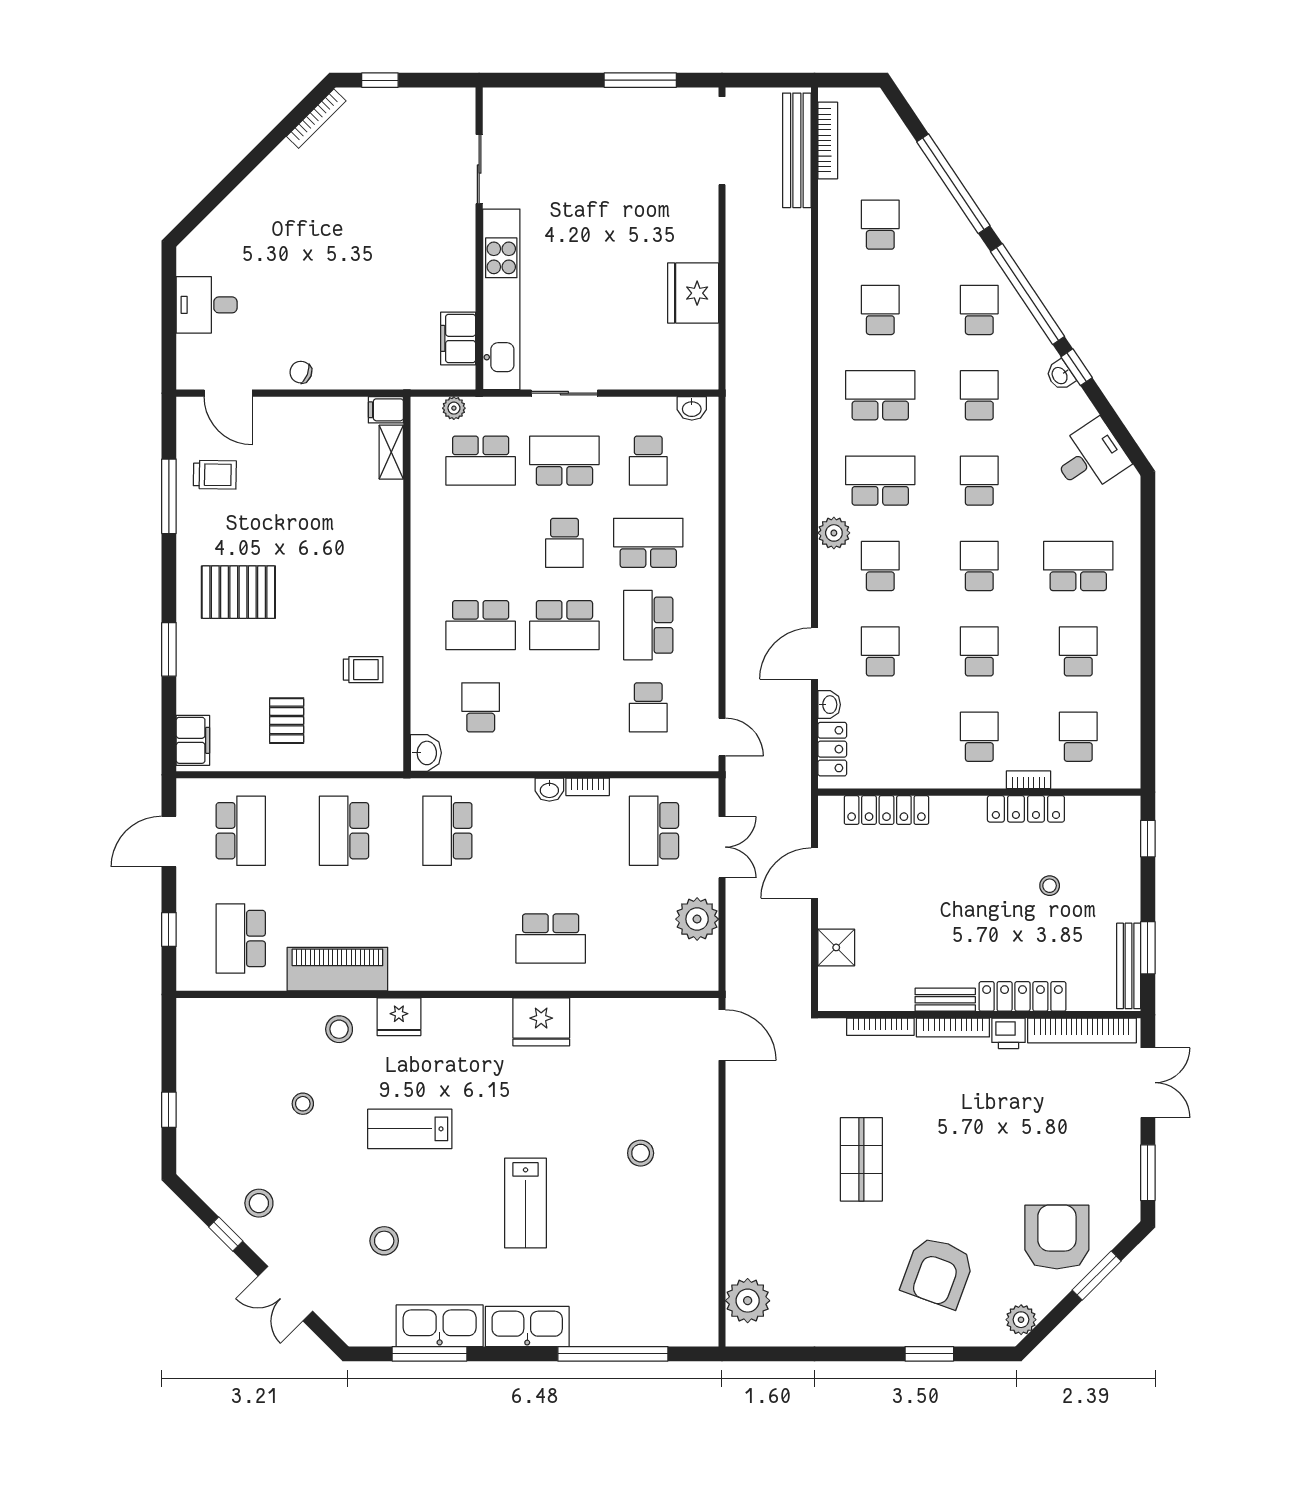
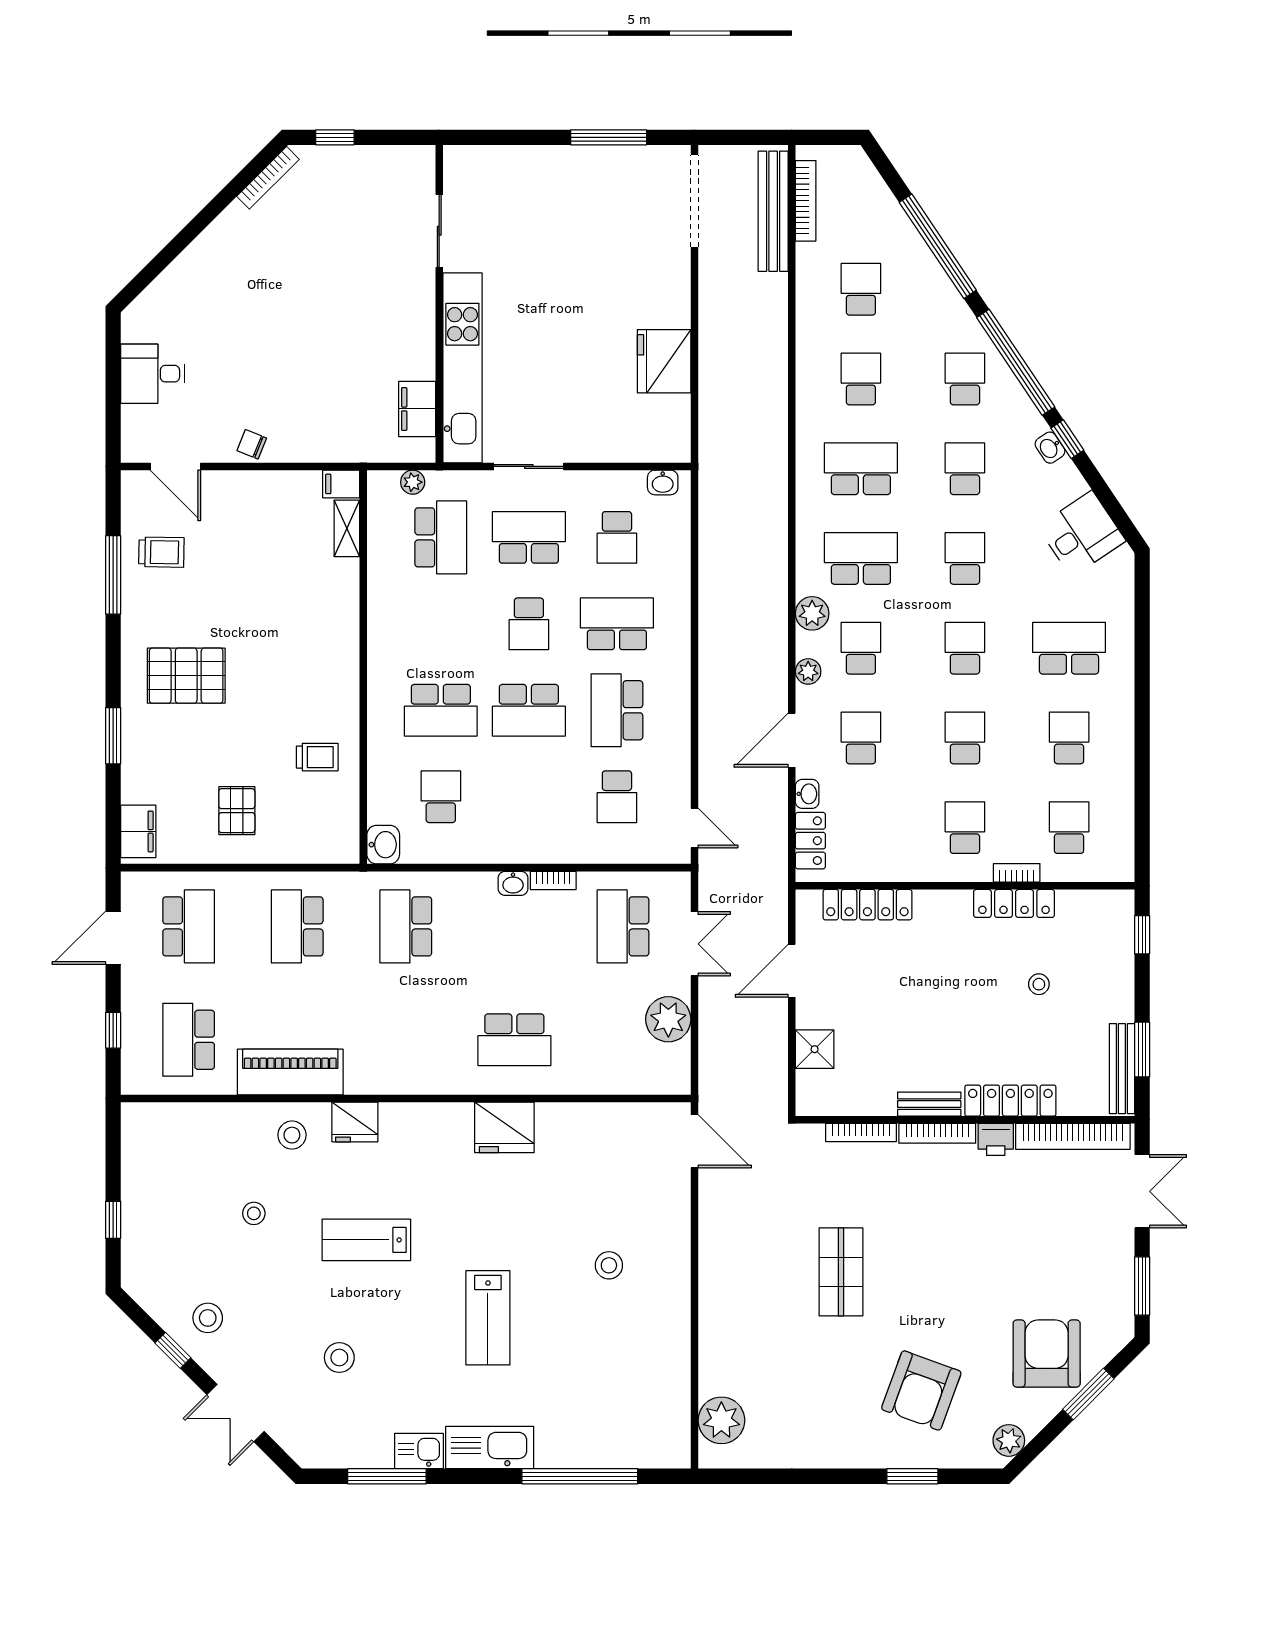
school desk: (481, 461) -> (441, 537), turned -90
plant: (830, 588) -> (808, 671), added
kitchen sink: (440, 1326) -> (419, 1451), width x0.53, depth x0.81

